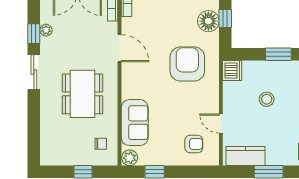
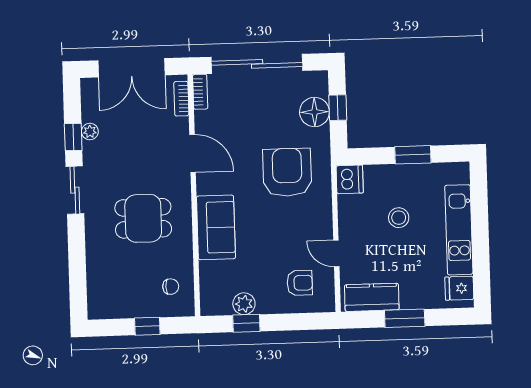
dining table: (82, 94) -> (143, 218), width x0.73
sofa: (135, 123) -> (216, 227), moved
plant: (130, 158) -> (244, 304), moved

